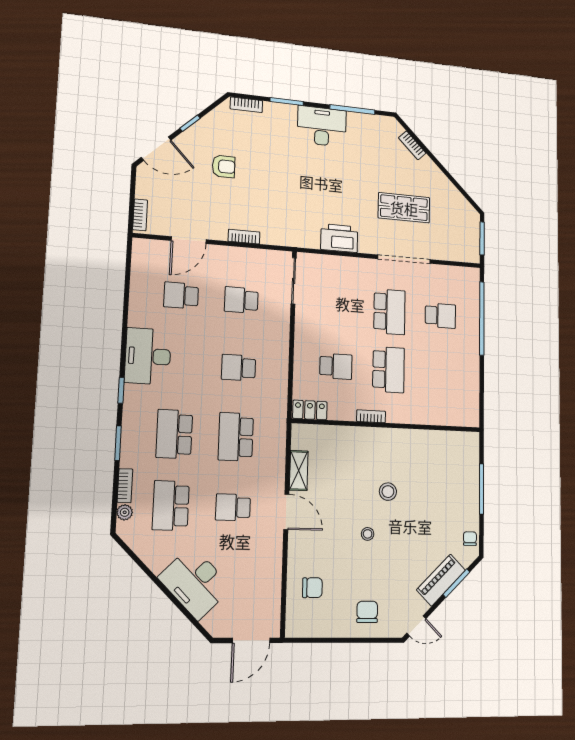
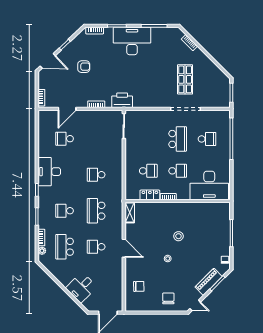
desk: (322, 126) -> (132, 41), width x1.36, depth x1.30
shop shelf: (404, 208) -> (185, 79), turned 90
printer: (339, 238) -> (122, 100), moved
school desk: (241, 300) -> (96, 139), removed
school desk: (389, 370) -> (178, 171), width x0.54
desk: (444, 399) -> (209, 185), added
locker: (310, 410) -> (150, 195), moved
school desk: (174, 434) -> (65, 211), width x0.54
shelving: (299, 470) -> (130, 213), moved
desk: (195, 582) -> (81, 287), width x0.73

